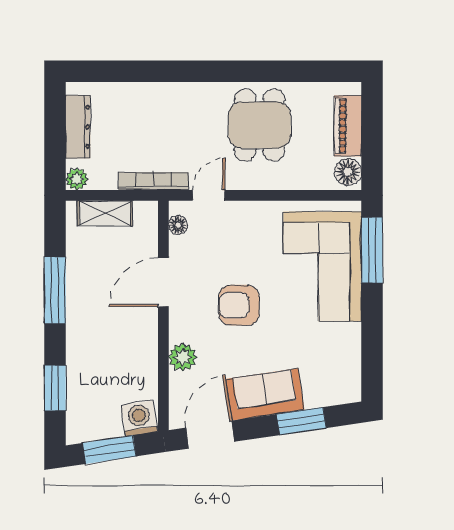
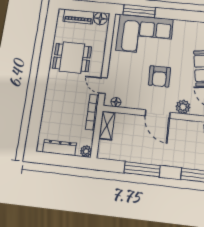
shelving: (105, 213) -> (107, 125), moved
door: (163, 282) -> (158, 114), moved

